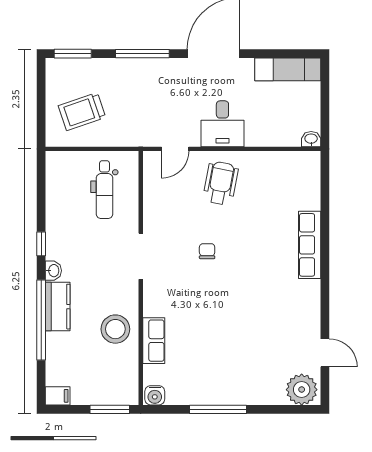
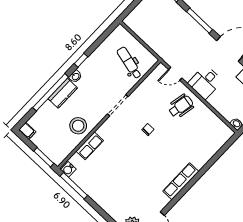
trolley: (82, 112) -> (151, 21), removed
dental chair: (104, 190) -> (129, 63), turned 104
row of seats: (310, 245) -> (181, 181), moved
window: (218, 409) -> (74, 186), moved

